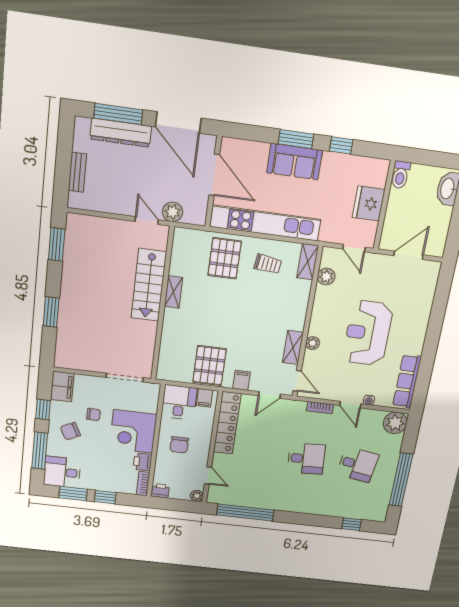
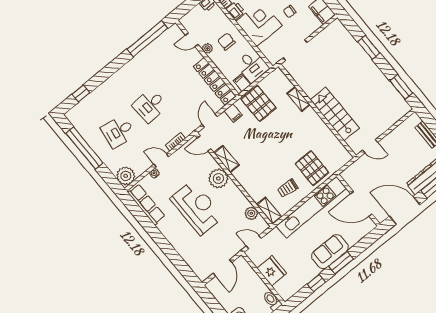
plant: (173, 212) -> (362, 164), removed
shelving: (173, 292) -> (298, 99), moved
plant: (313, 343) -> (218, 178), width x1.88, depth x1.88
plant: (197, 496) -> (207, 48), moved

